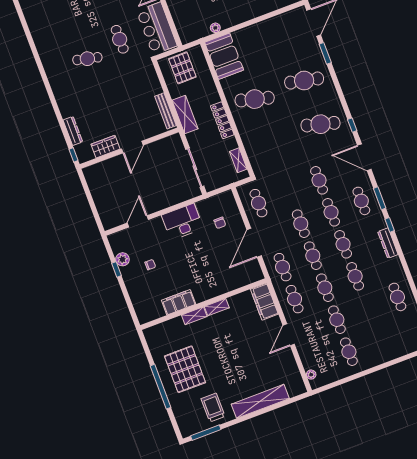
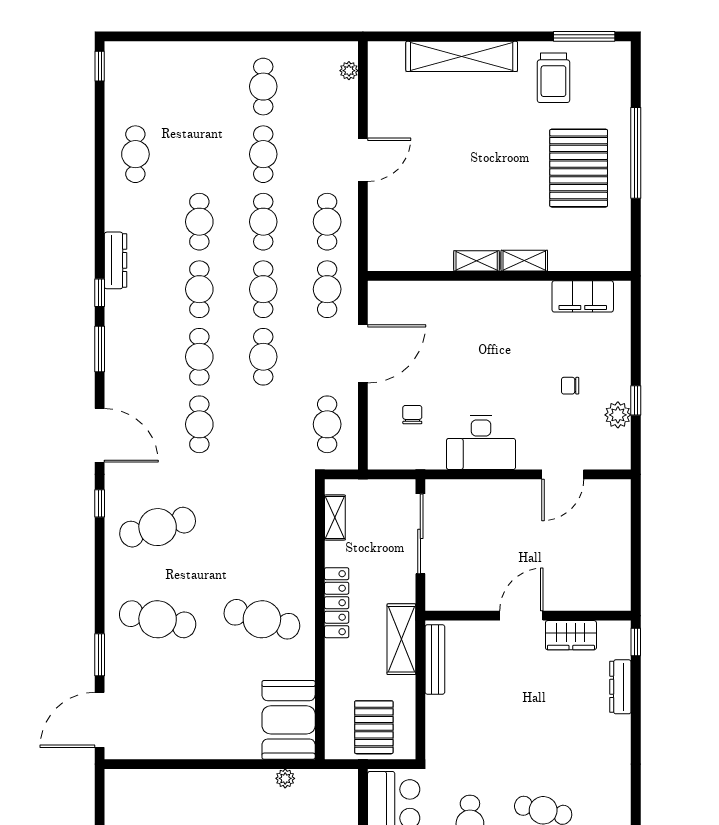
cafe table: (321, 124) -> (158, 527), turned -30
cafe table: (361, 201) -> (135, 357), removed
filing cabinet: (179, 302) -> (583, 296), moved
filing cabinet: (264, 302) -> (385, 238), removed

